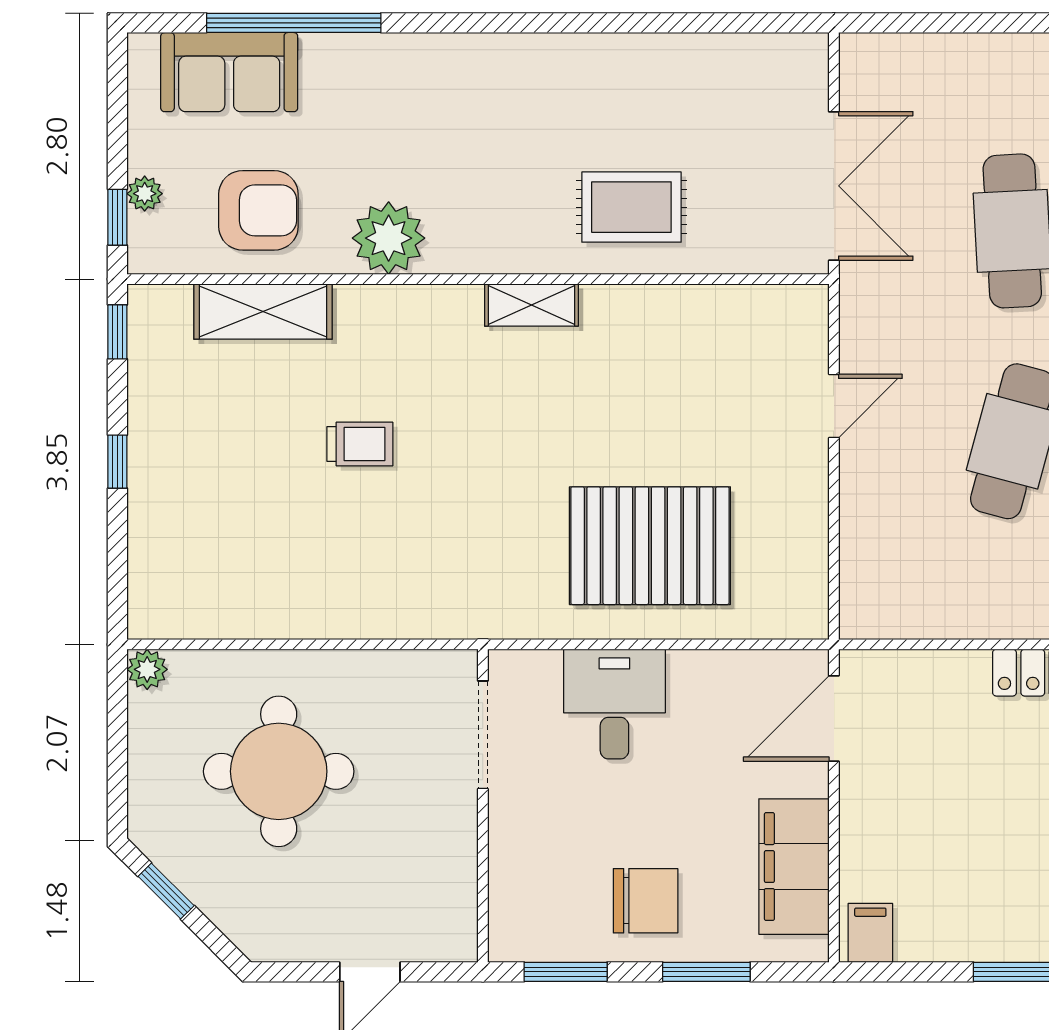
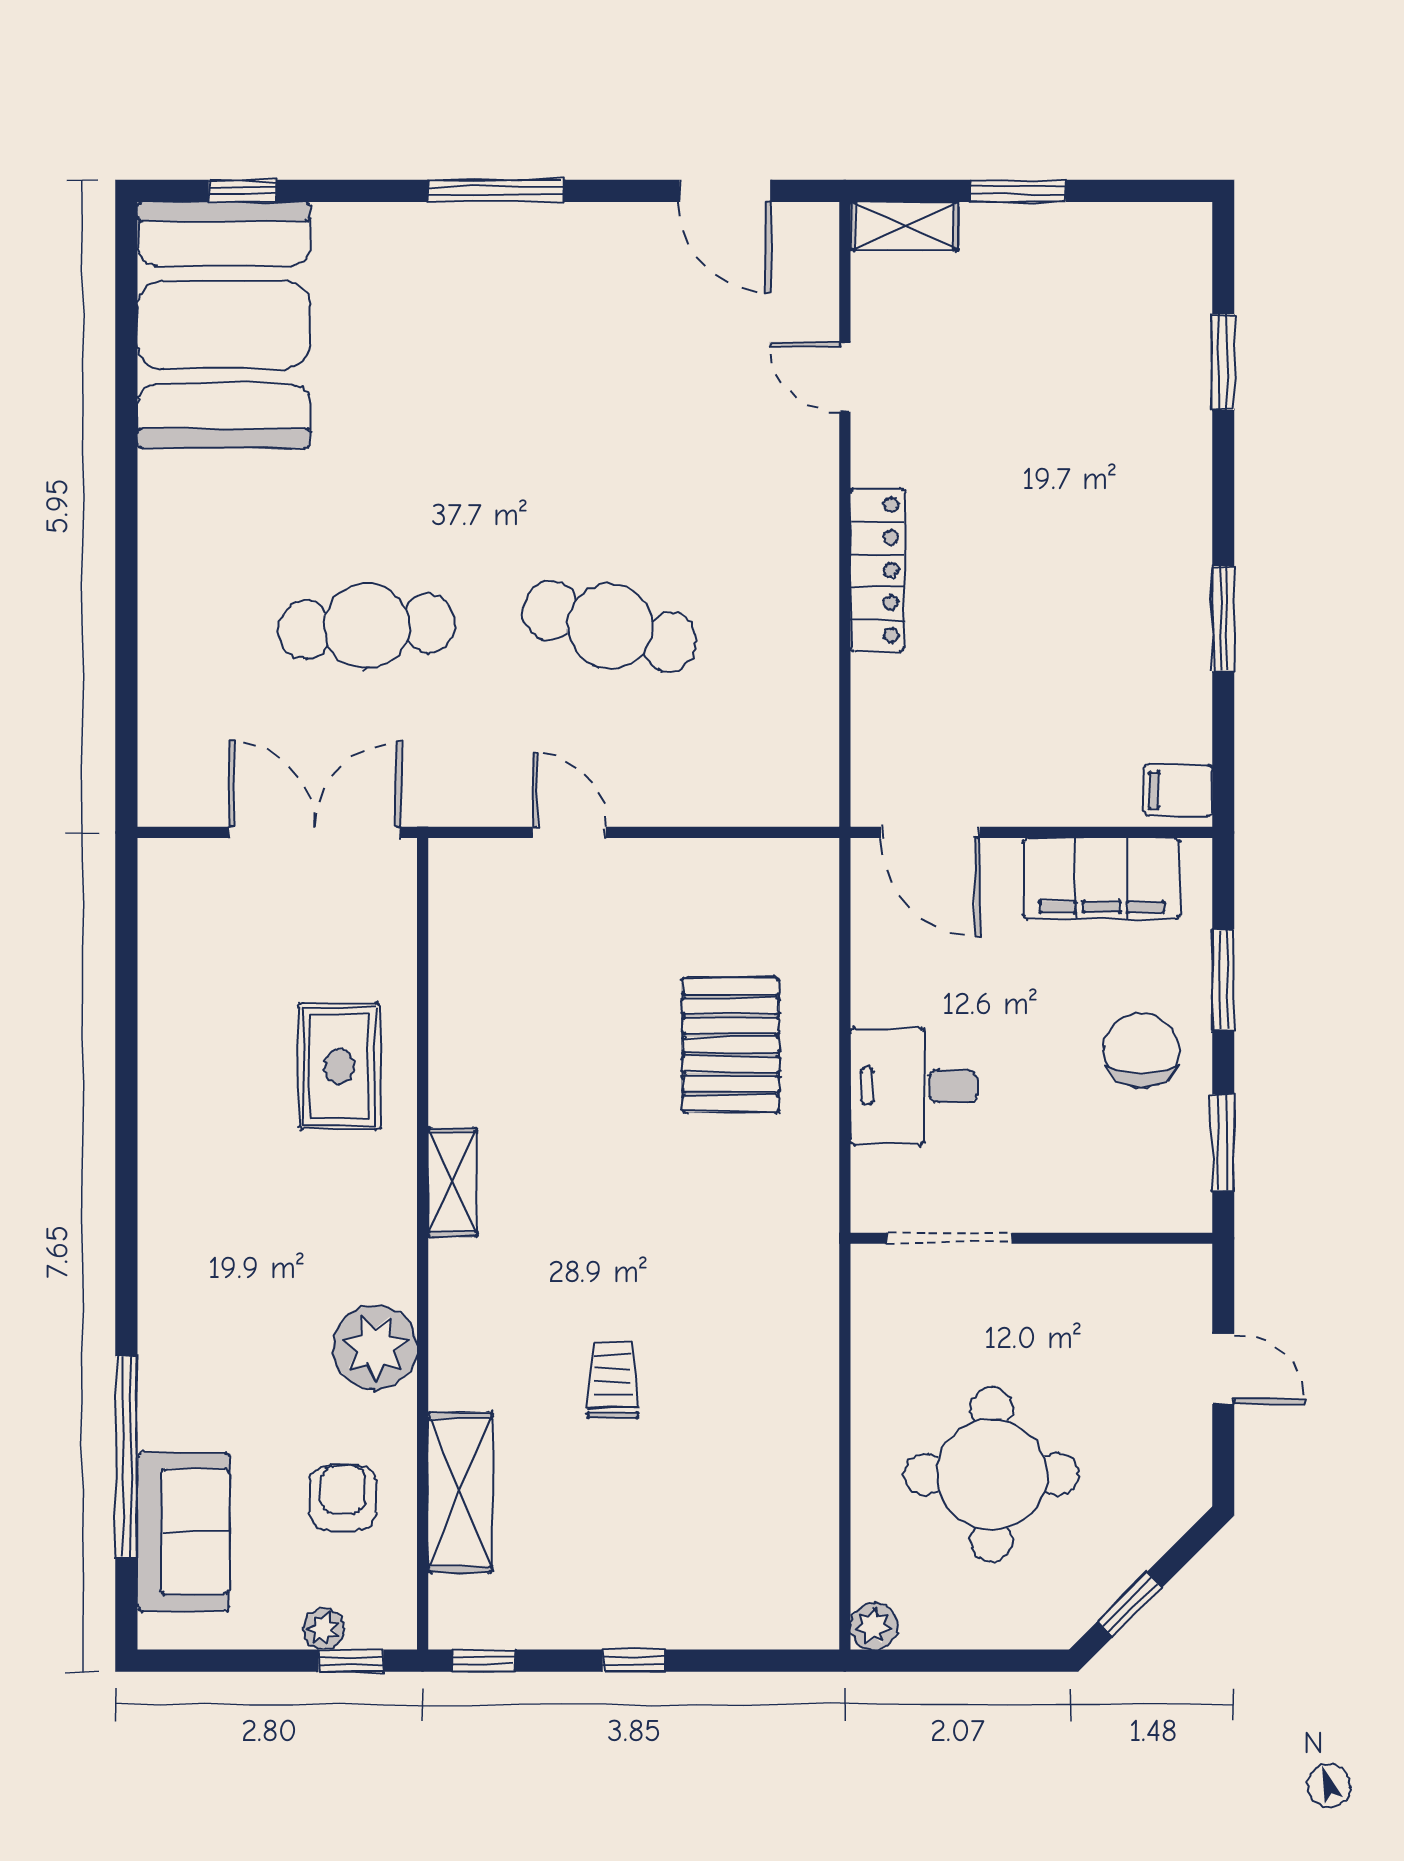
armchair: (258, 210) -> (343, 1498), width x0.72, depth x0.72
pallet: (650, 546) -> (731, 1045), width x0.73, depth x0.71

